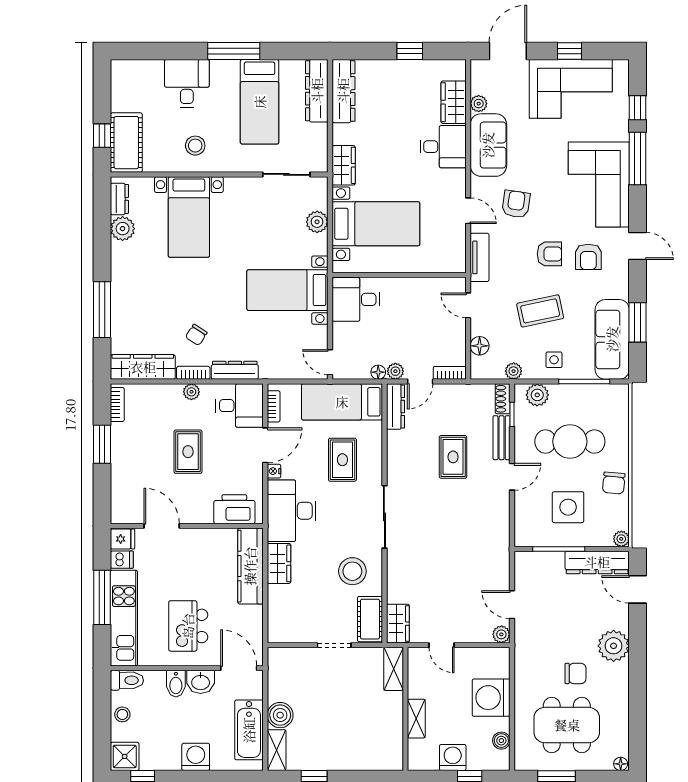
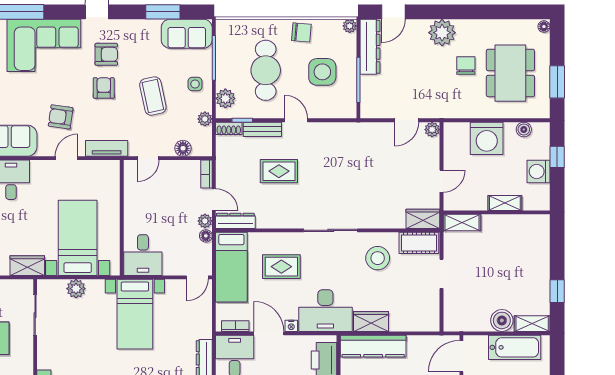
sofa: (612, 339) -> (187, 34), width x0.73

